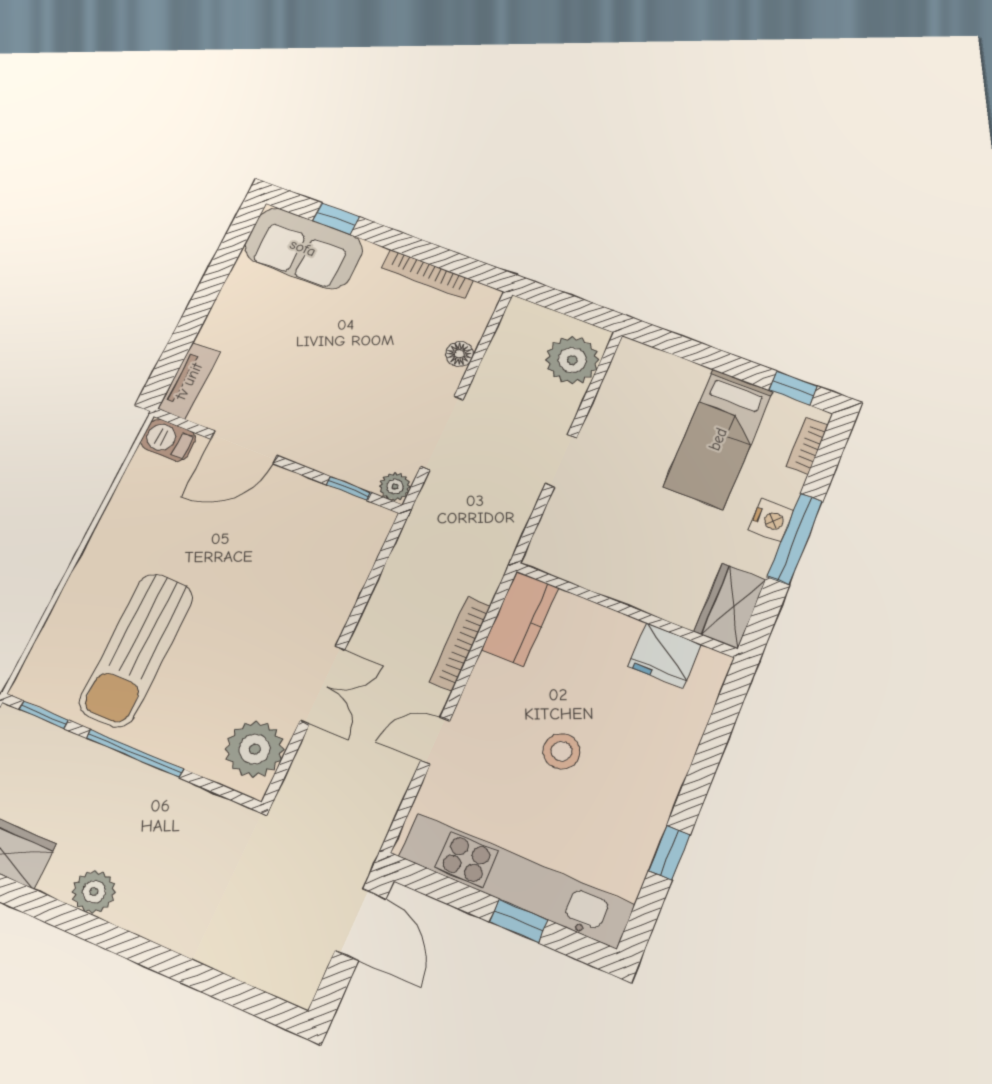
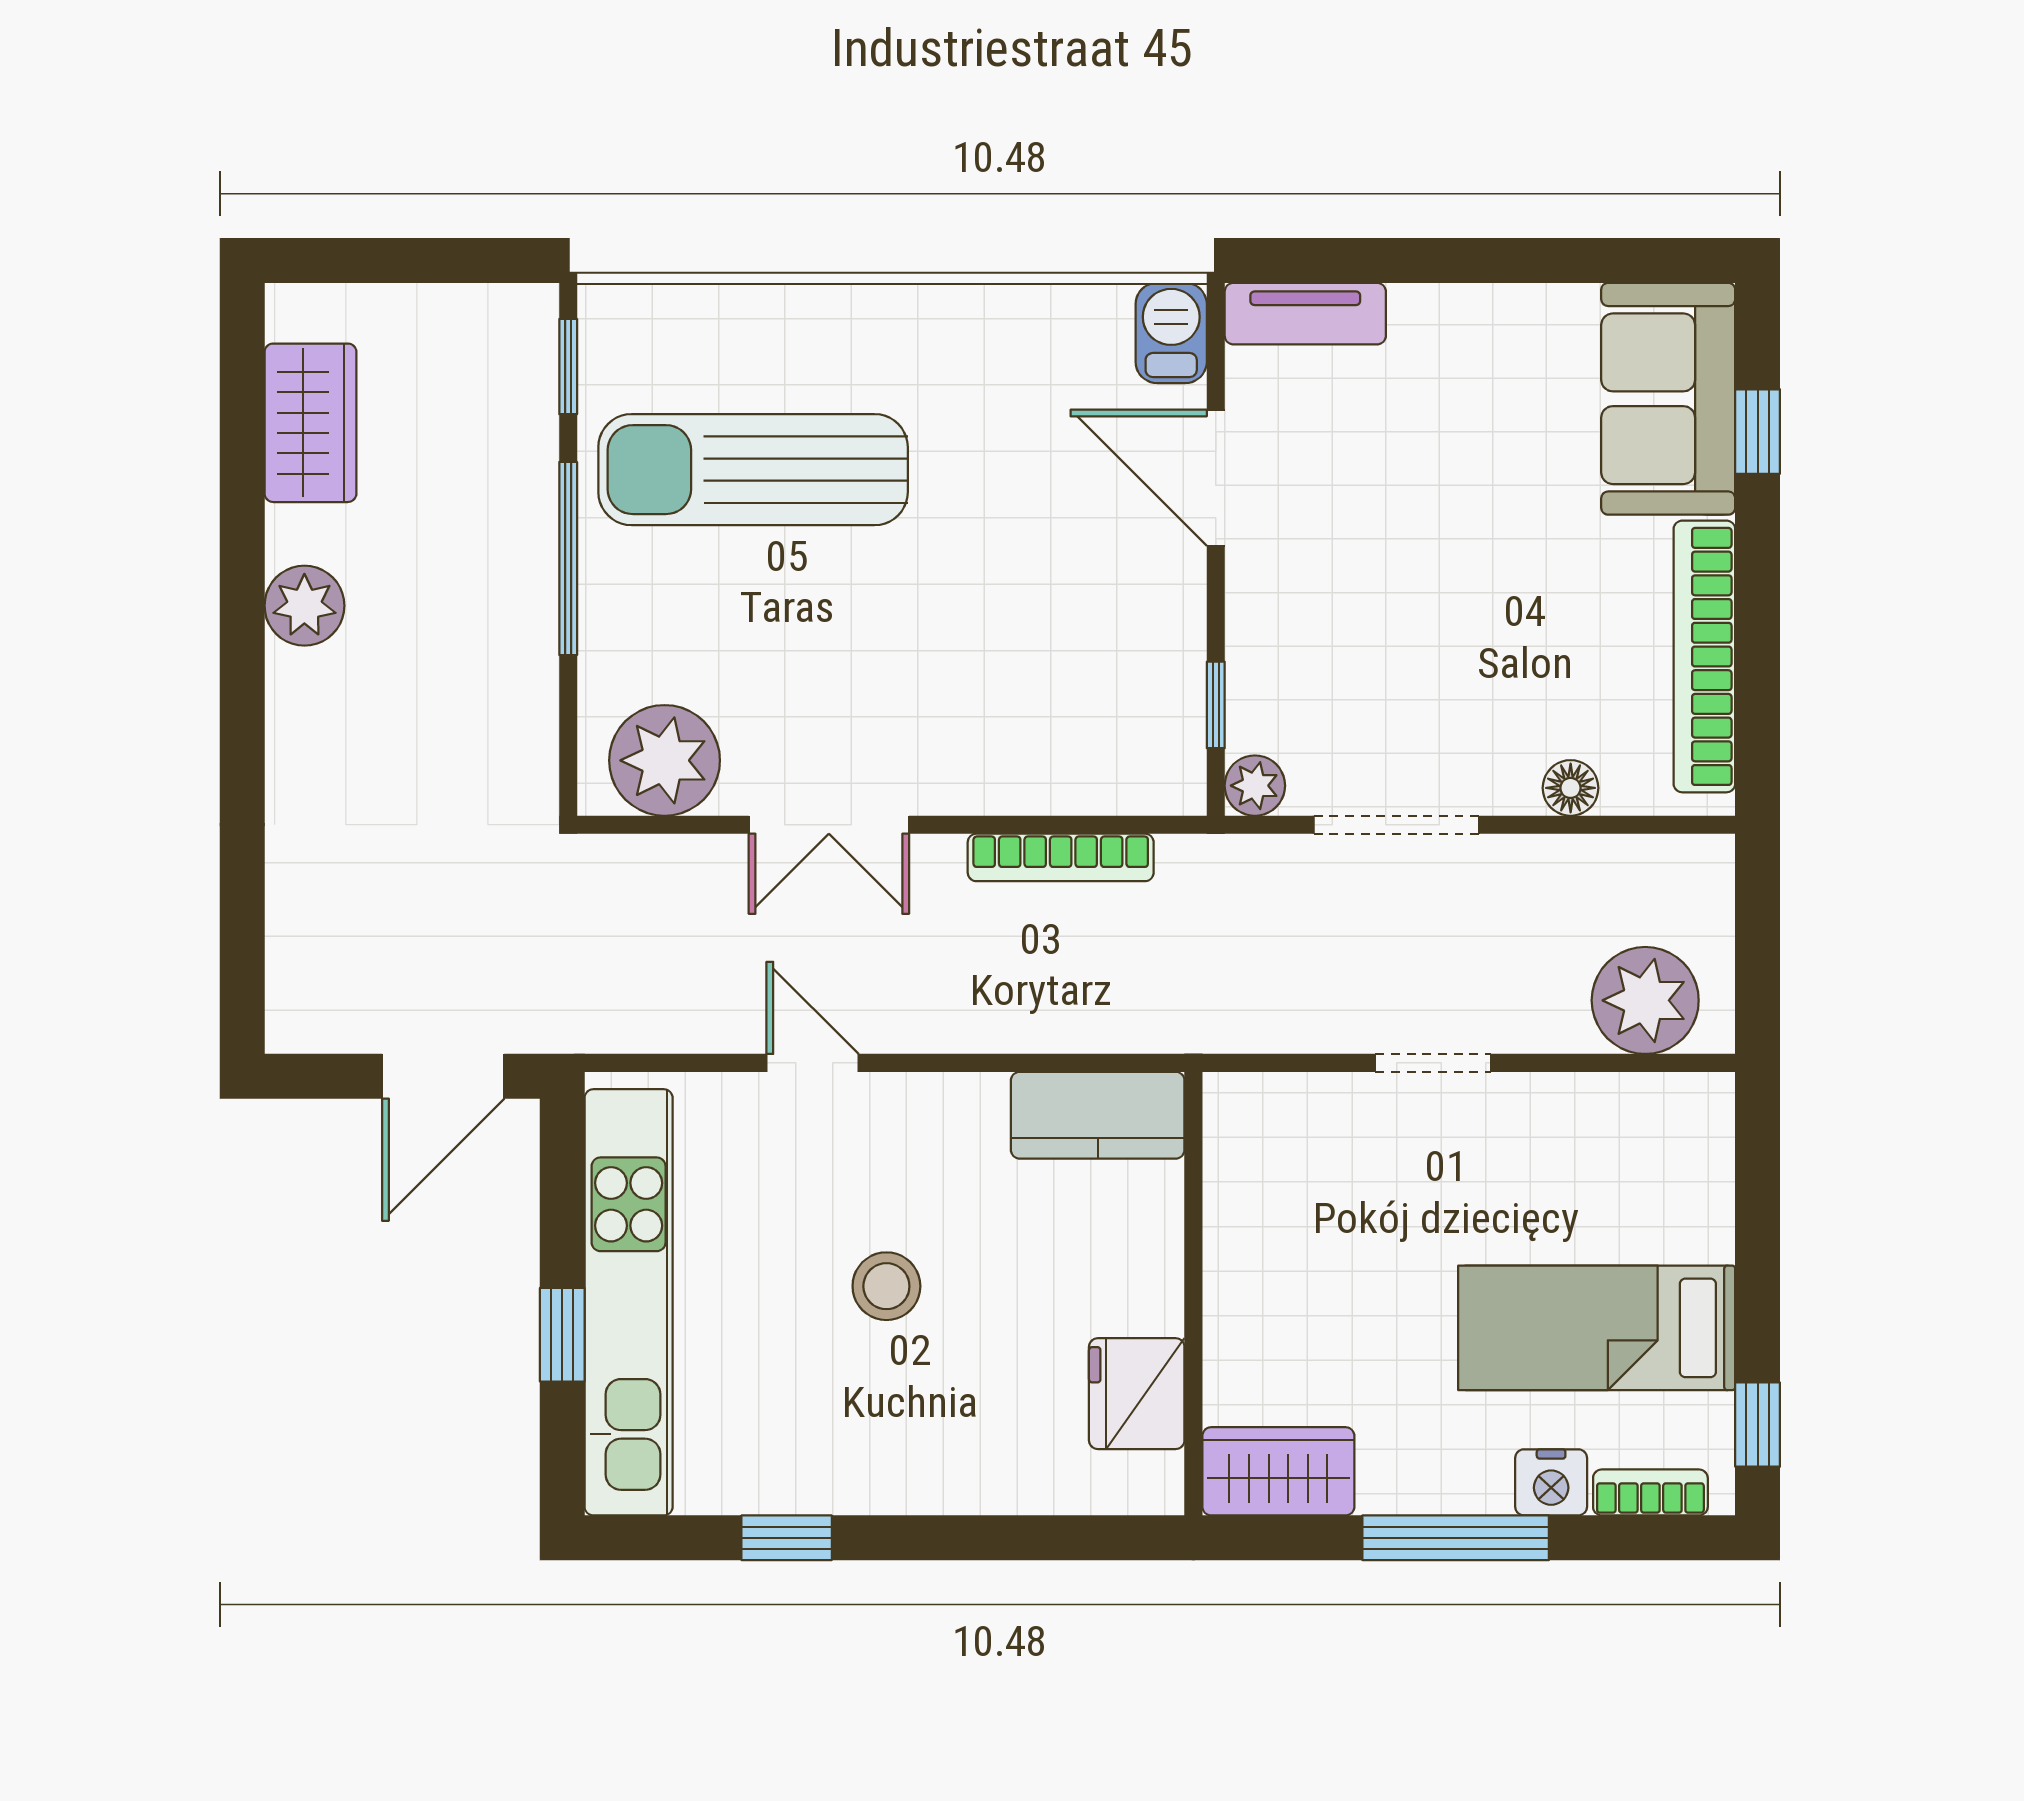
bookcase: (427, 274) -> (1704, 656), width x1.48, depth x1.31
nightstand: (771, 520) -> (1551, 1482), moved
bookcase: (460, 644) -> (1061, 857), moved, turned 180

